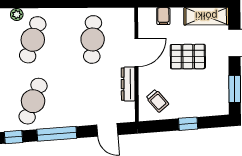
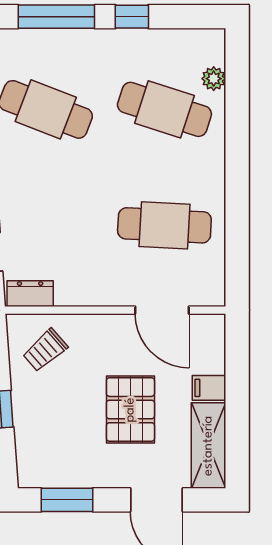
filing cabinet: (163, 16) -> (209, 388), moved
door: (136, 52) -> (162, 310), moved
dresser: (128, 84) -> (30, 294), moved, width x0.70

